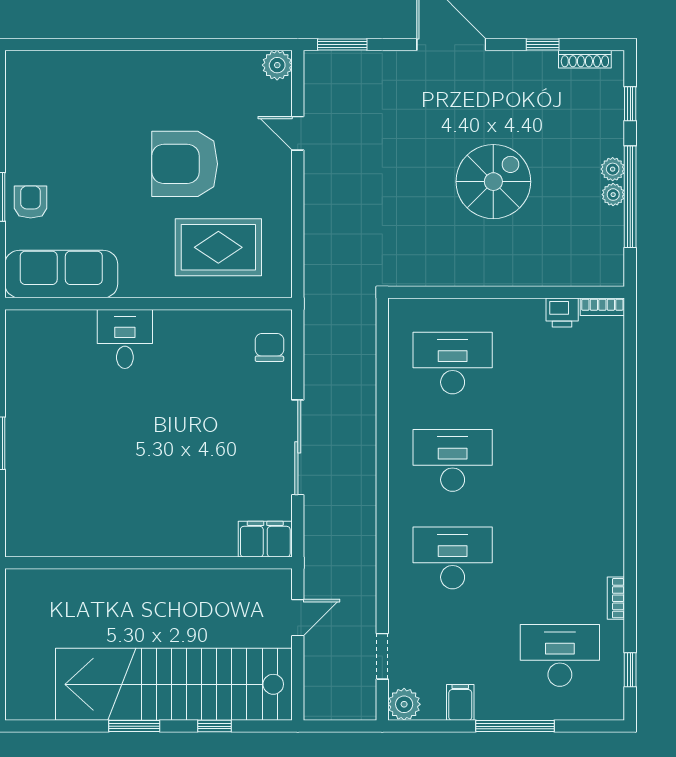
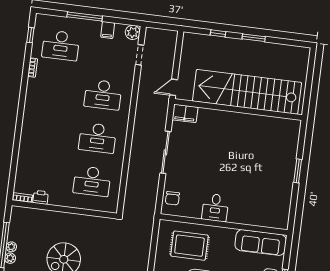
desk: (125, 339) -> (215, 208), moved
door: (298, 618) -> (174, 87), moved
stairs: (174, 684) -> (247, 92), moved, turned 180

